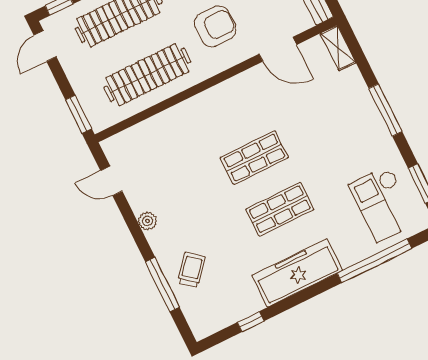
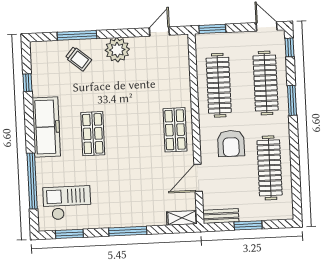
shop shelf: (254, 158) -> (175, 130), moved
plant: (148, 221) -> (117, 50), width x1.87, depth x1.87

